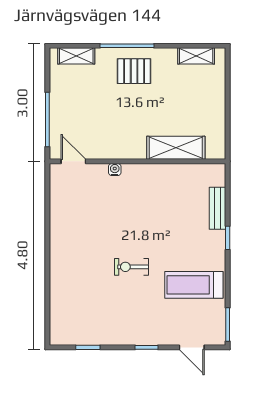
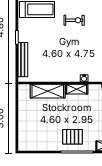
shelving: (196, 56) -> (77, 89), moved
bench: (218, 208) -> (23, 60), width x1.36

